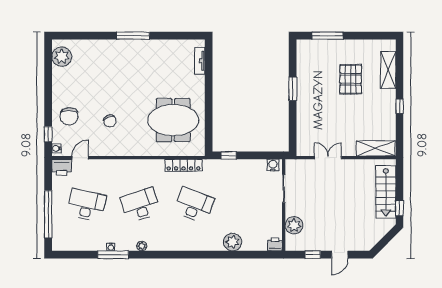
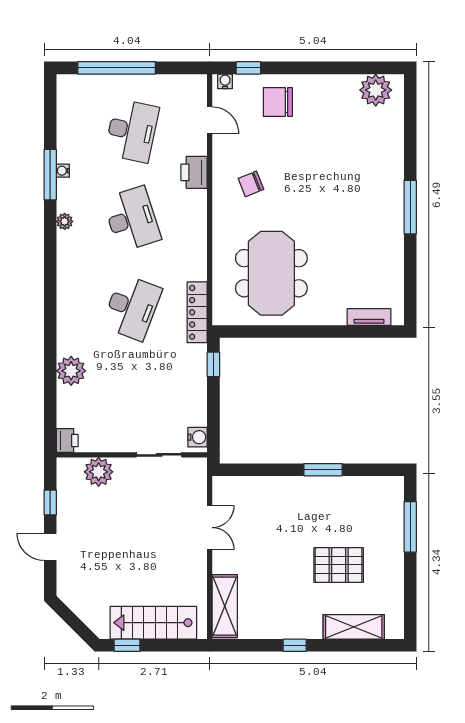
chair: (110, 121) -> (251, 184), moved
locker: (184, 165) -> (197, 312), moved
printer: (62, 167) -> (194, 172), moved

